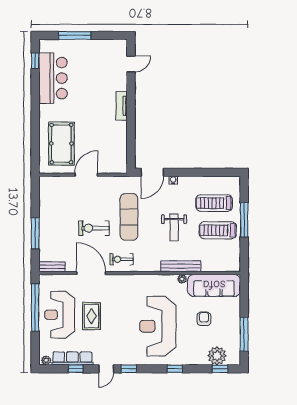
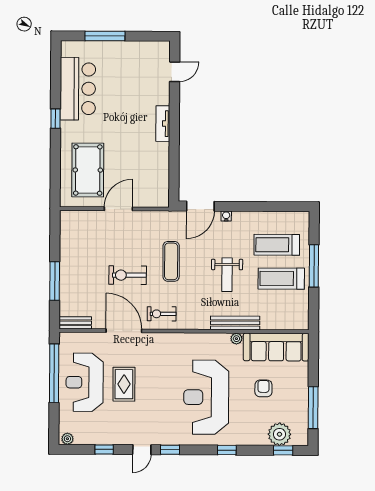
window: (35, 61) -> (56, 119), moved
exercise mat: (129, 217) -> (171, 261), width x0.73, depth x0.69
row of seats: (72, 358) -> (100, 437), removed

